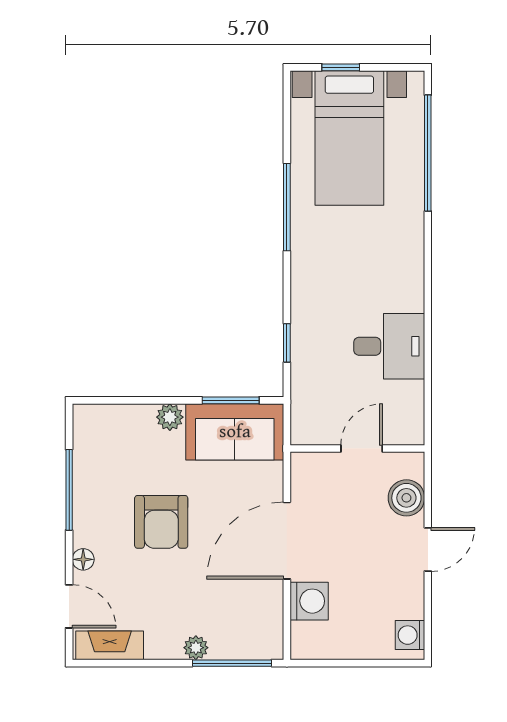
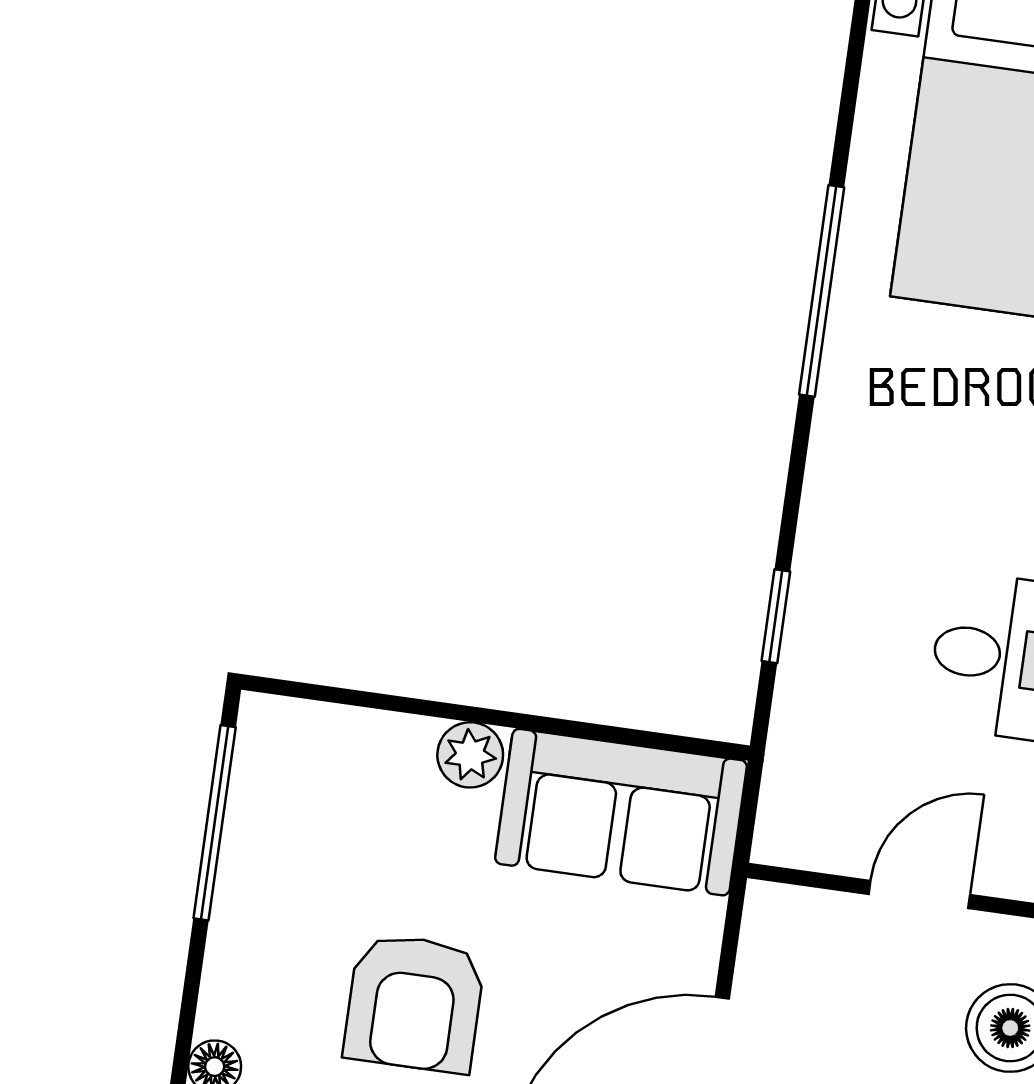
window: (231, 400) -> (622, 735), removed
window: (69, 490) -> (215, 823), moved

